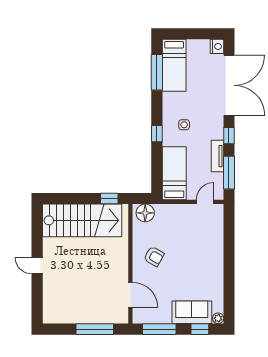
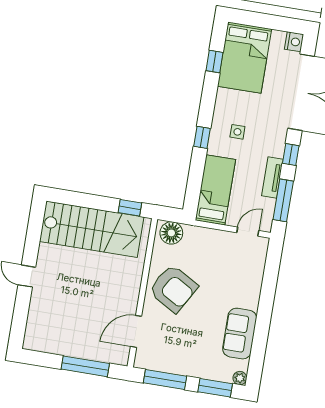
bed: (174, 65) -> (244, 58), width x1.50
window: (157, 72) -> (215, 61), width x0.46
armchair: (154, 256) -> (173, 288), width x1.88, depth x1.88
door: (130, 295) -> (136, 331), swing flipped
sofa: (192, 312) -> (240, 334), moved, turned -90
window: (200, 329) -> (215, 388), width x1.50

